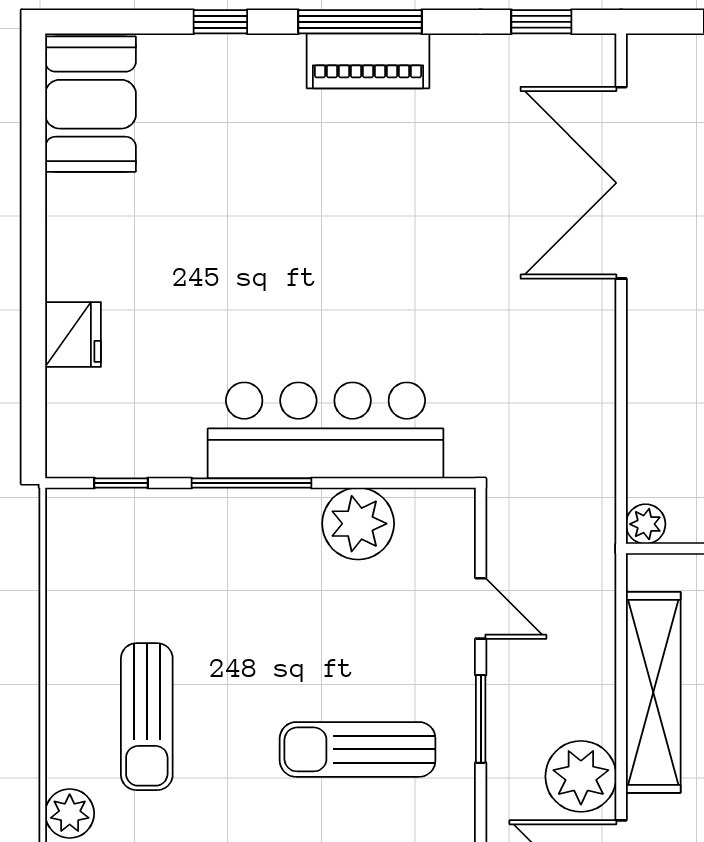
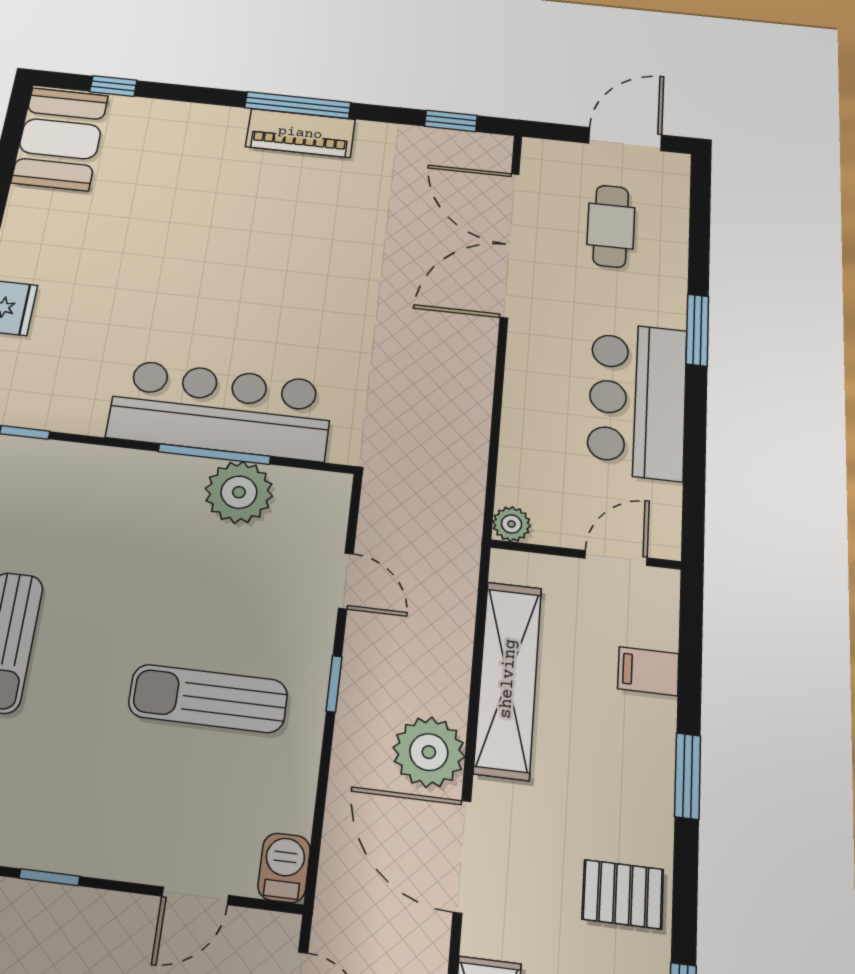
window: (220, 22) -> (113, 86), moved
window: (251, 483) -> (214, 454), moved
window: (481, 719) -> (334, 684), width x0.67

